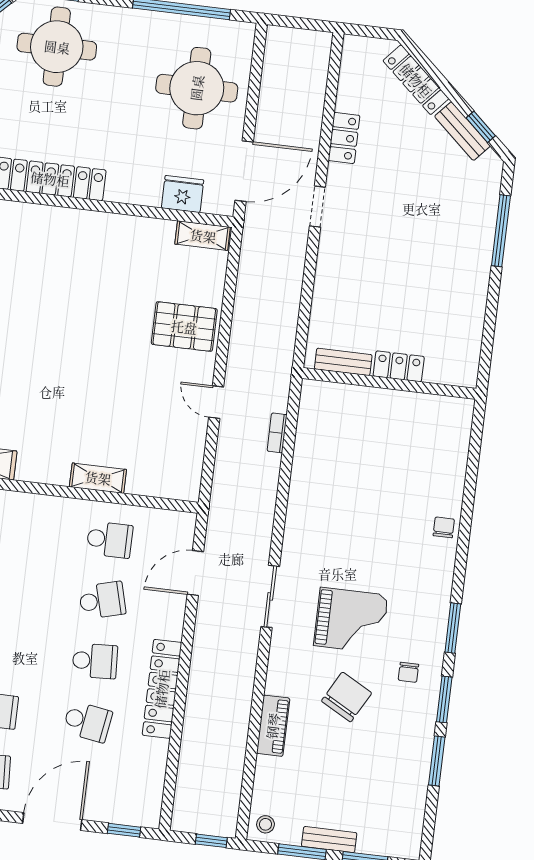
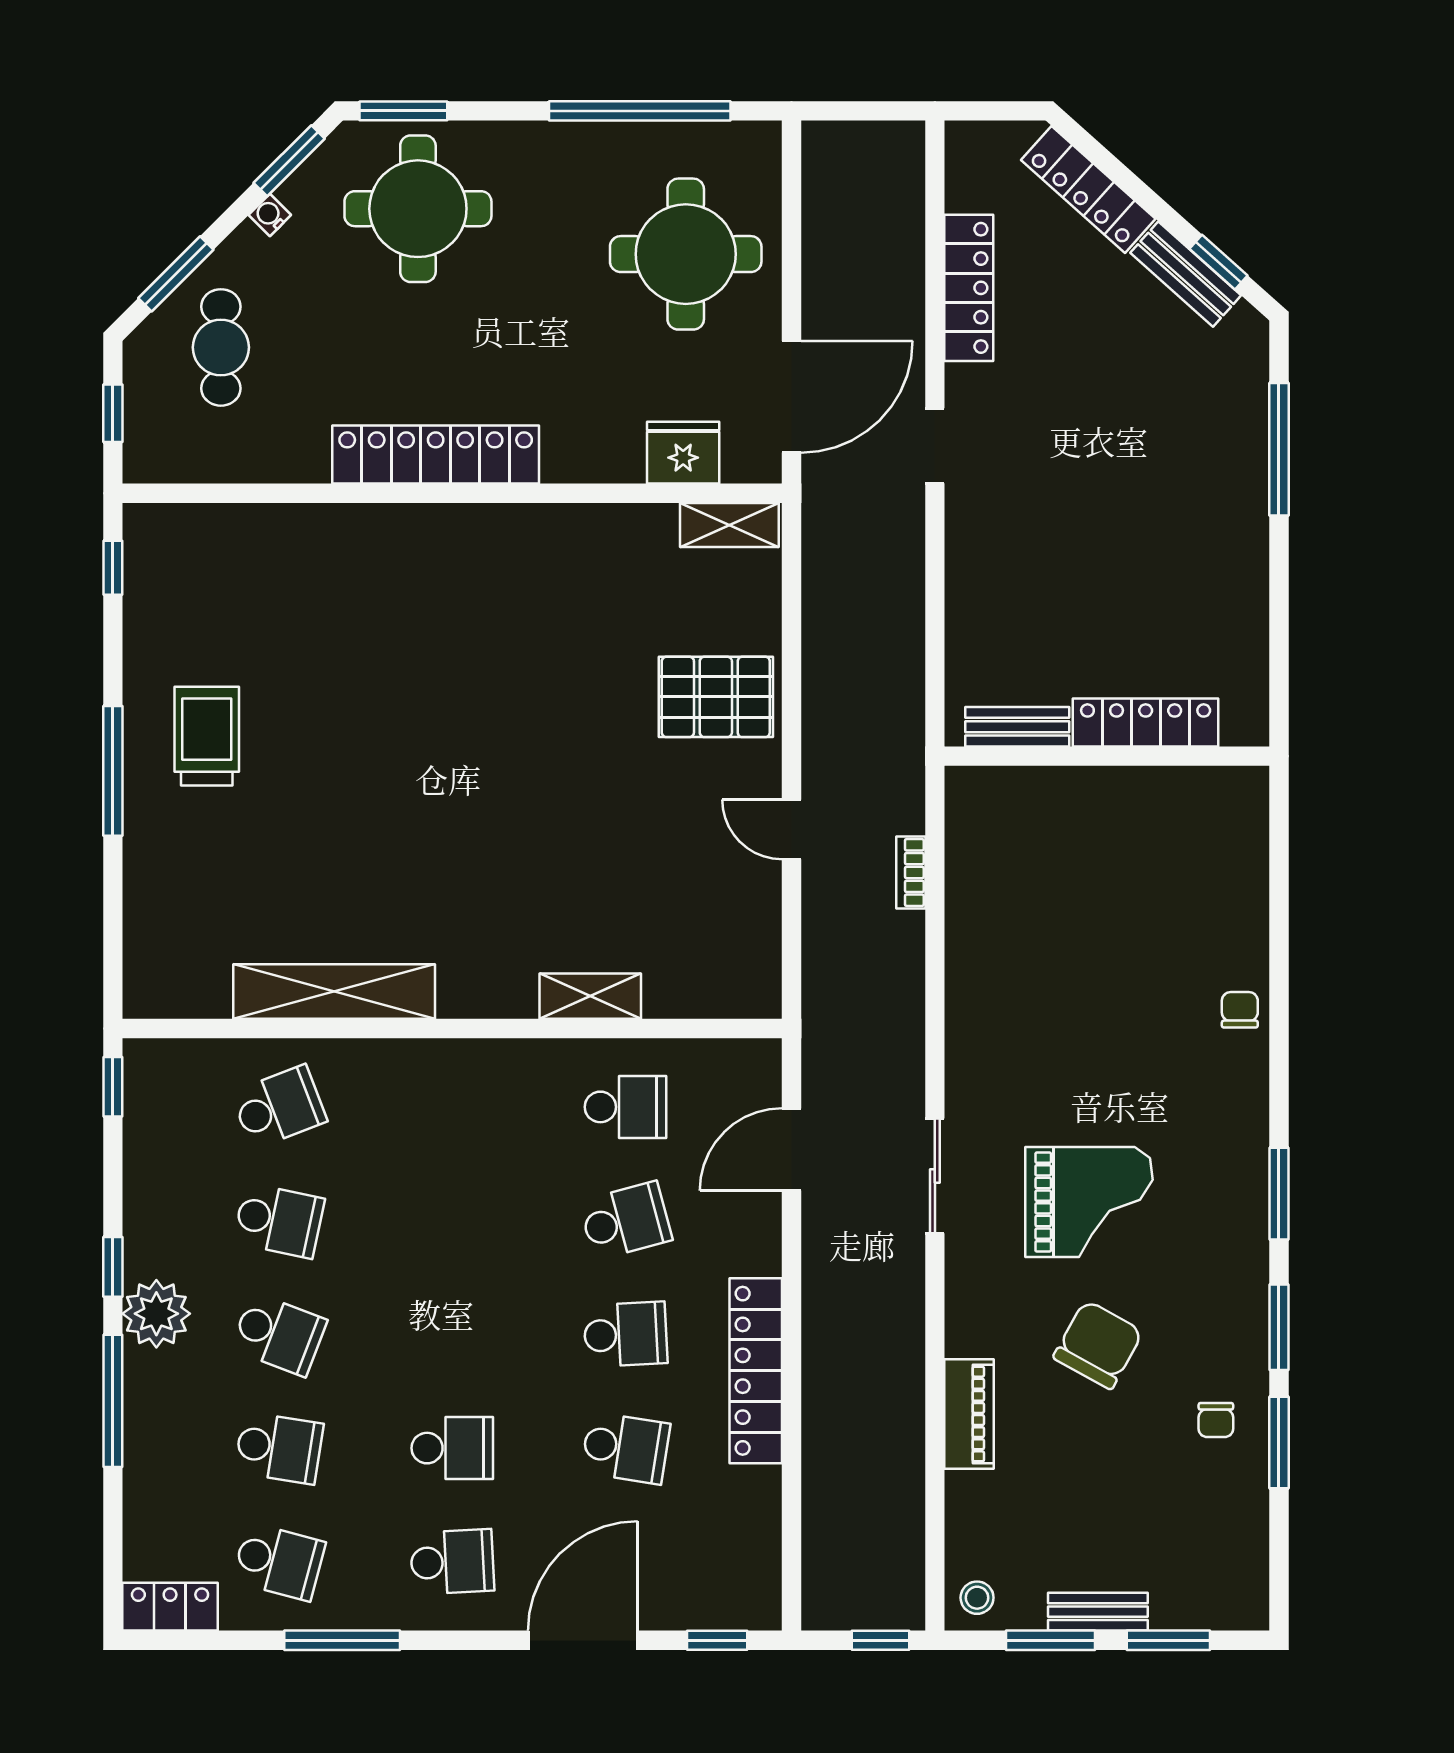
locker: (344, 138) -> (969, 288), width x1.53
locker: (399, 366) -> (1146, 722), width x1.53
chair: (408, 672) -> (1216, 1420), moved

